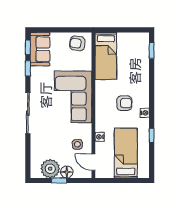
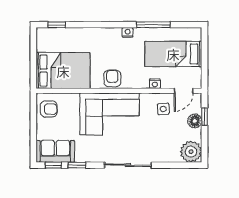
armchair: (77, 43) -> (49, 109), turned -97
bed: (106, 56) -> (63, 71), width x1.50
armchair: (124, 103) -> (112, 78), moved
window: (152, 135) -> (153, 25), width x2.17
plant: (50, 169) -> (191, 152), moved
window: (59, 181) -> (204, 117), moved

